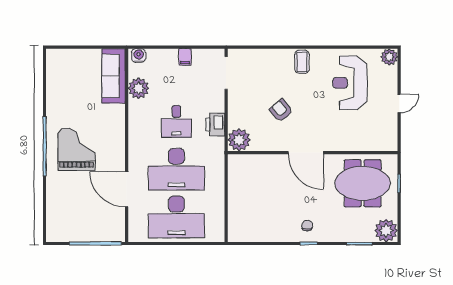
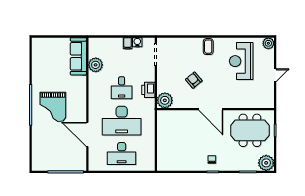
water cooler: (139, 55) -> (137, 42), moved
grand piano: (77, 149) -> (53, 107), turned 180
desk: (176, 217) -> (122, 154), width x0.73, depth x0.77

